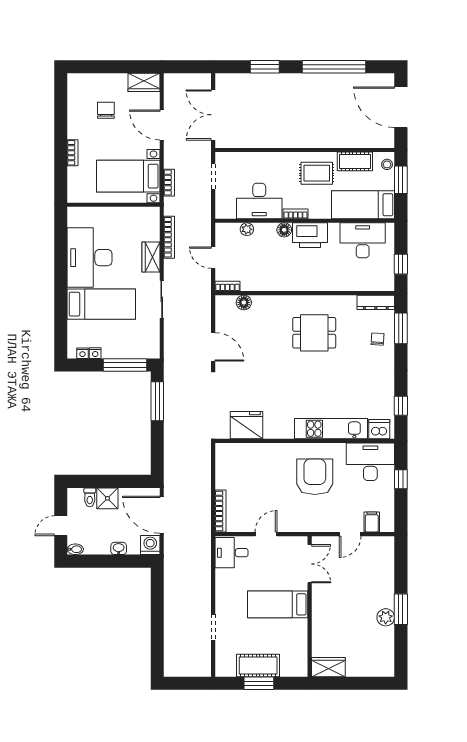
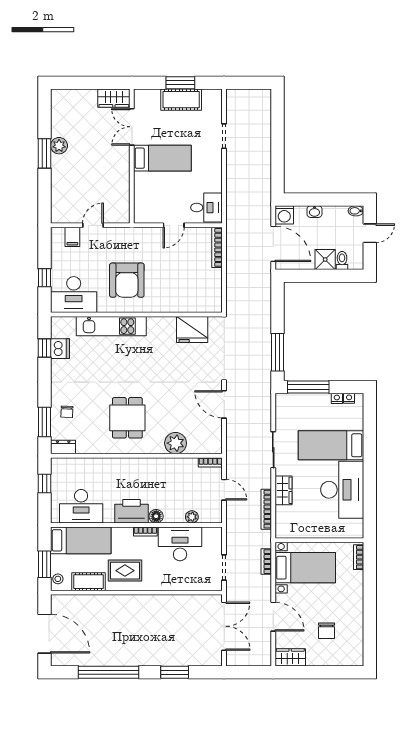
bookcase: (73, 153) -> (359, 557), moved
floor lamp: (244, 302) -> (195, 447), removed
dresser: (376, 302) -> (63, 447), width x0.70
plant: (264, 306) -> (176, 443), added
dining table: (314, 333) -> (127, 418), turned 90
dishwasher: (379, 429) -> (60, 349), moved, turned -90
double door: (310, 564) -> (132, 127), moved

